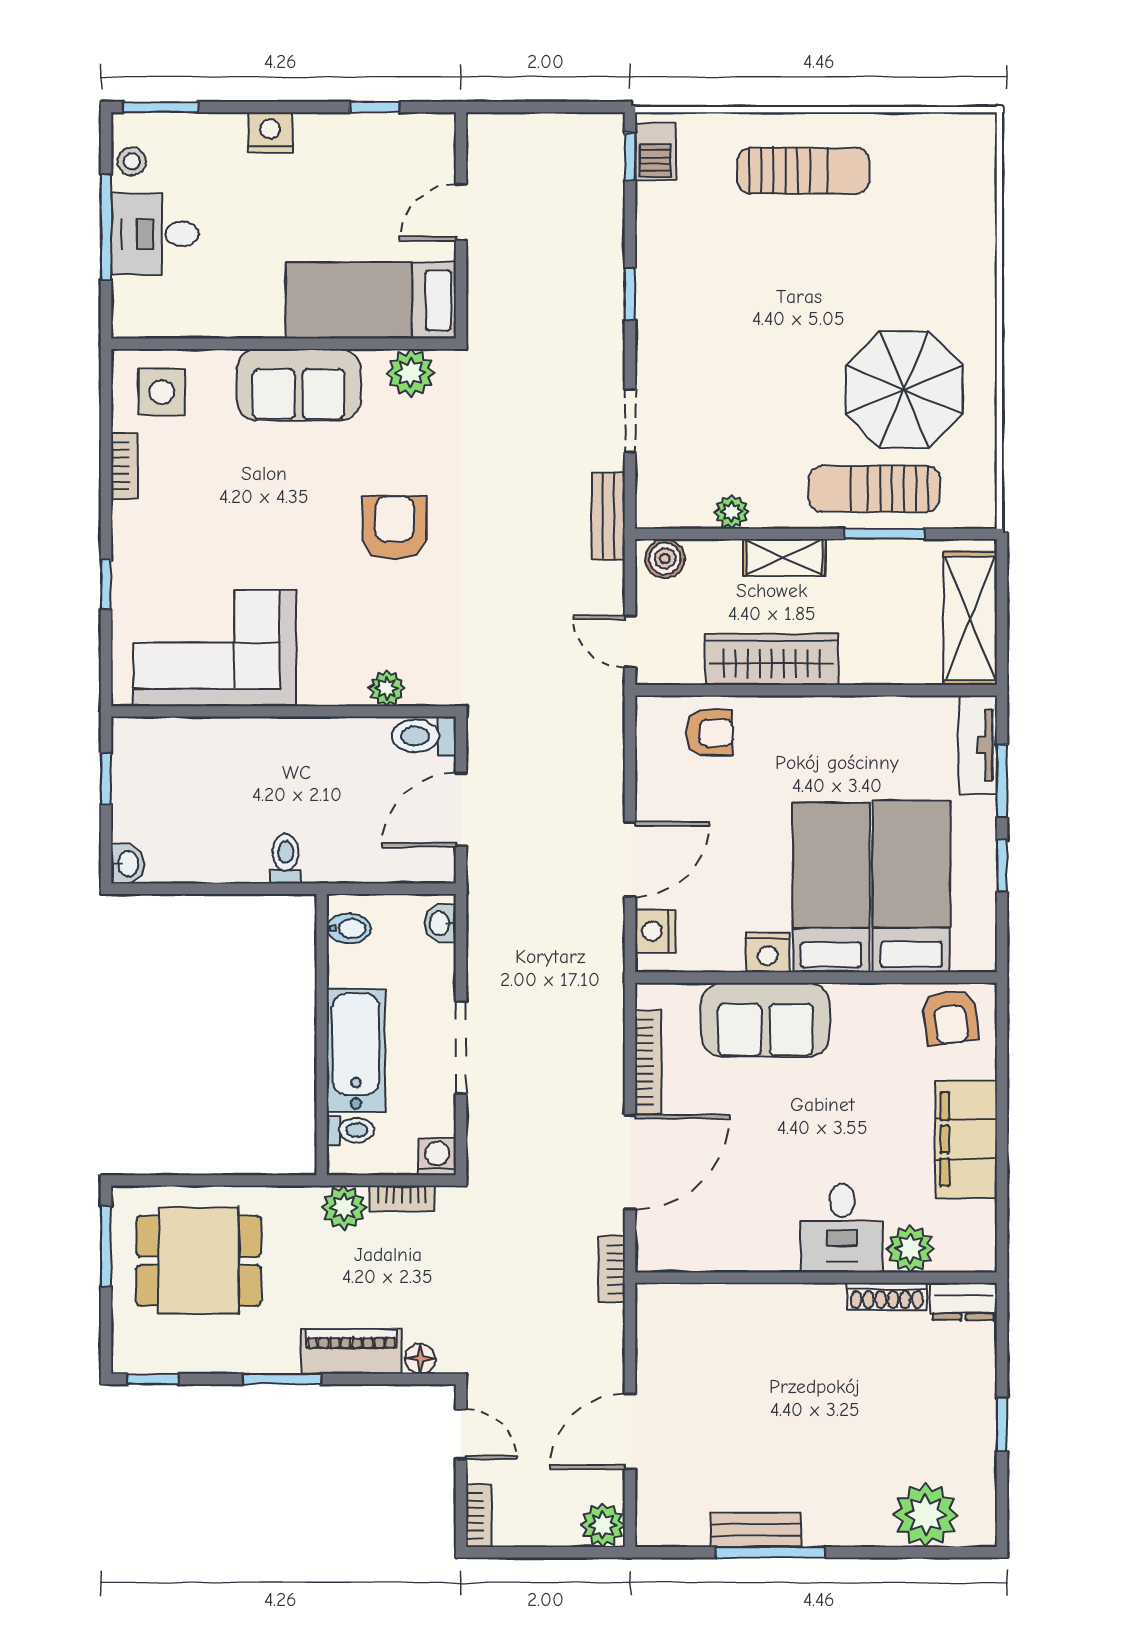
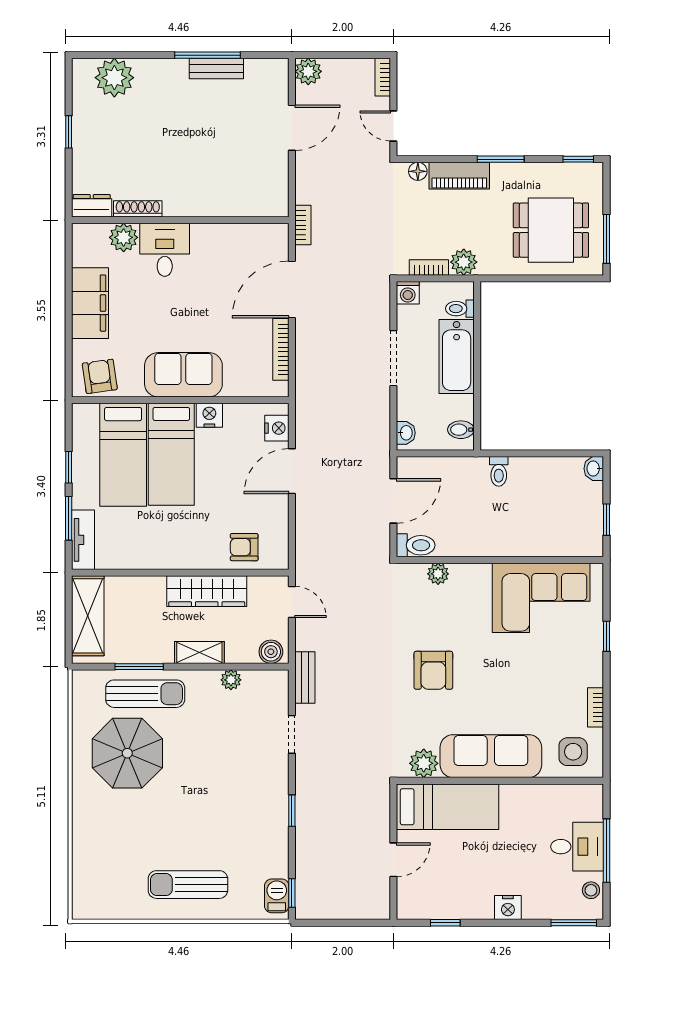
sofa: (299, 385) -> (491, 756), width x1.36
sofa: (765, 1020) -> (183, 375), moved

